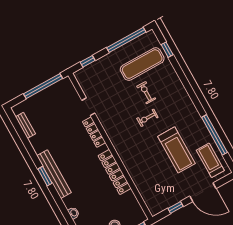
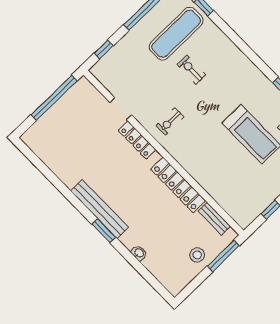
exercise bike: (147, 118) -> (170, 121), moved
bench: (25, 125) -> (214, 219), moved
window: (45, 176) -> (104, 231), moved

